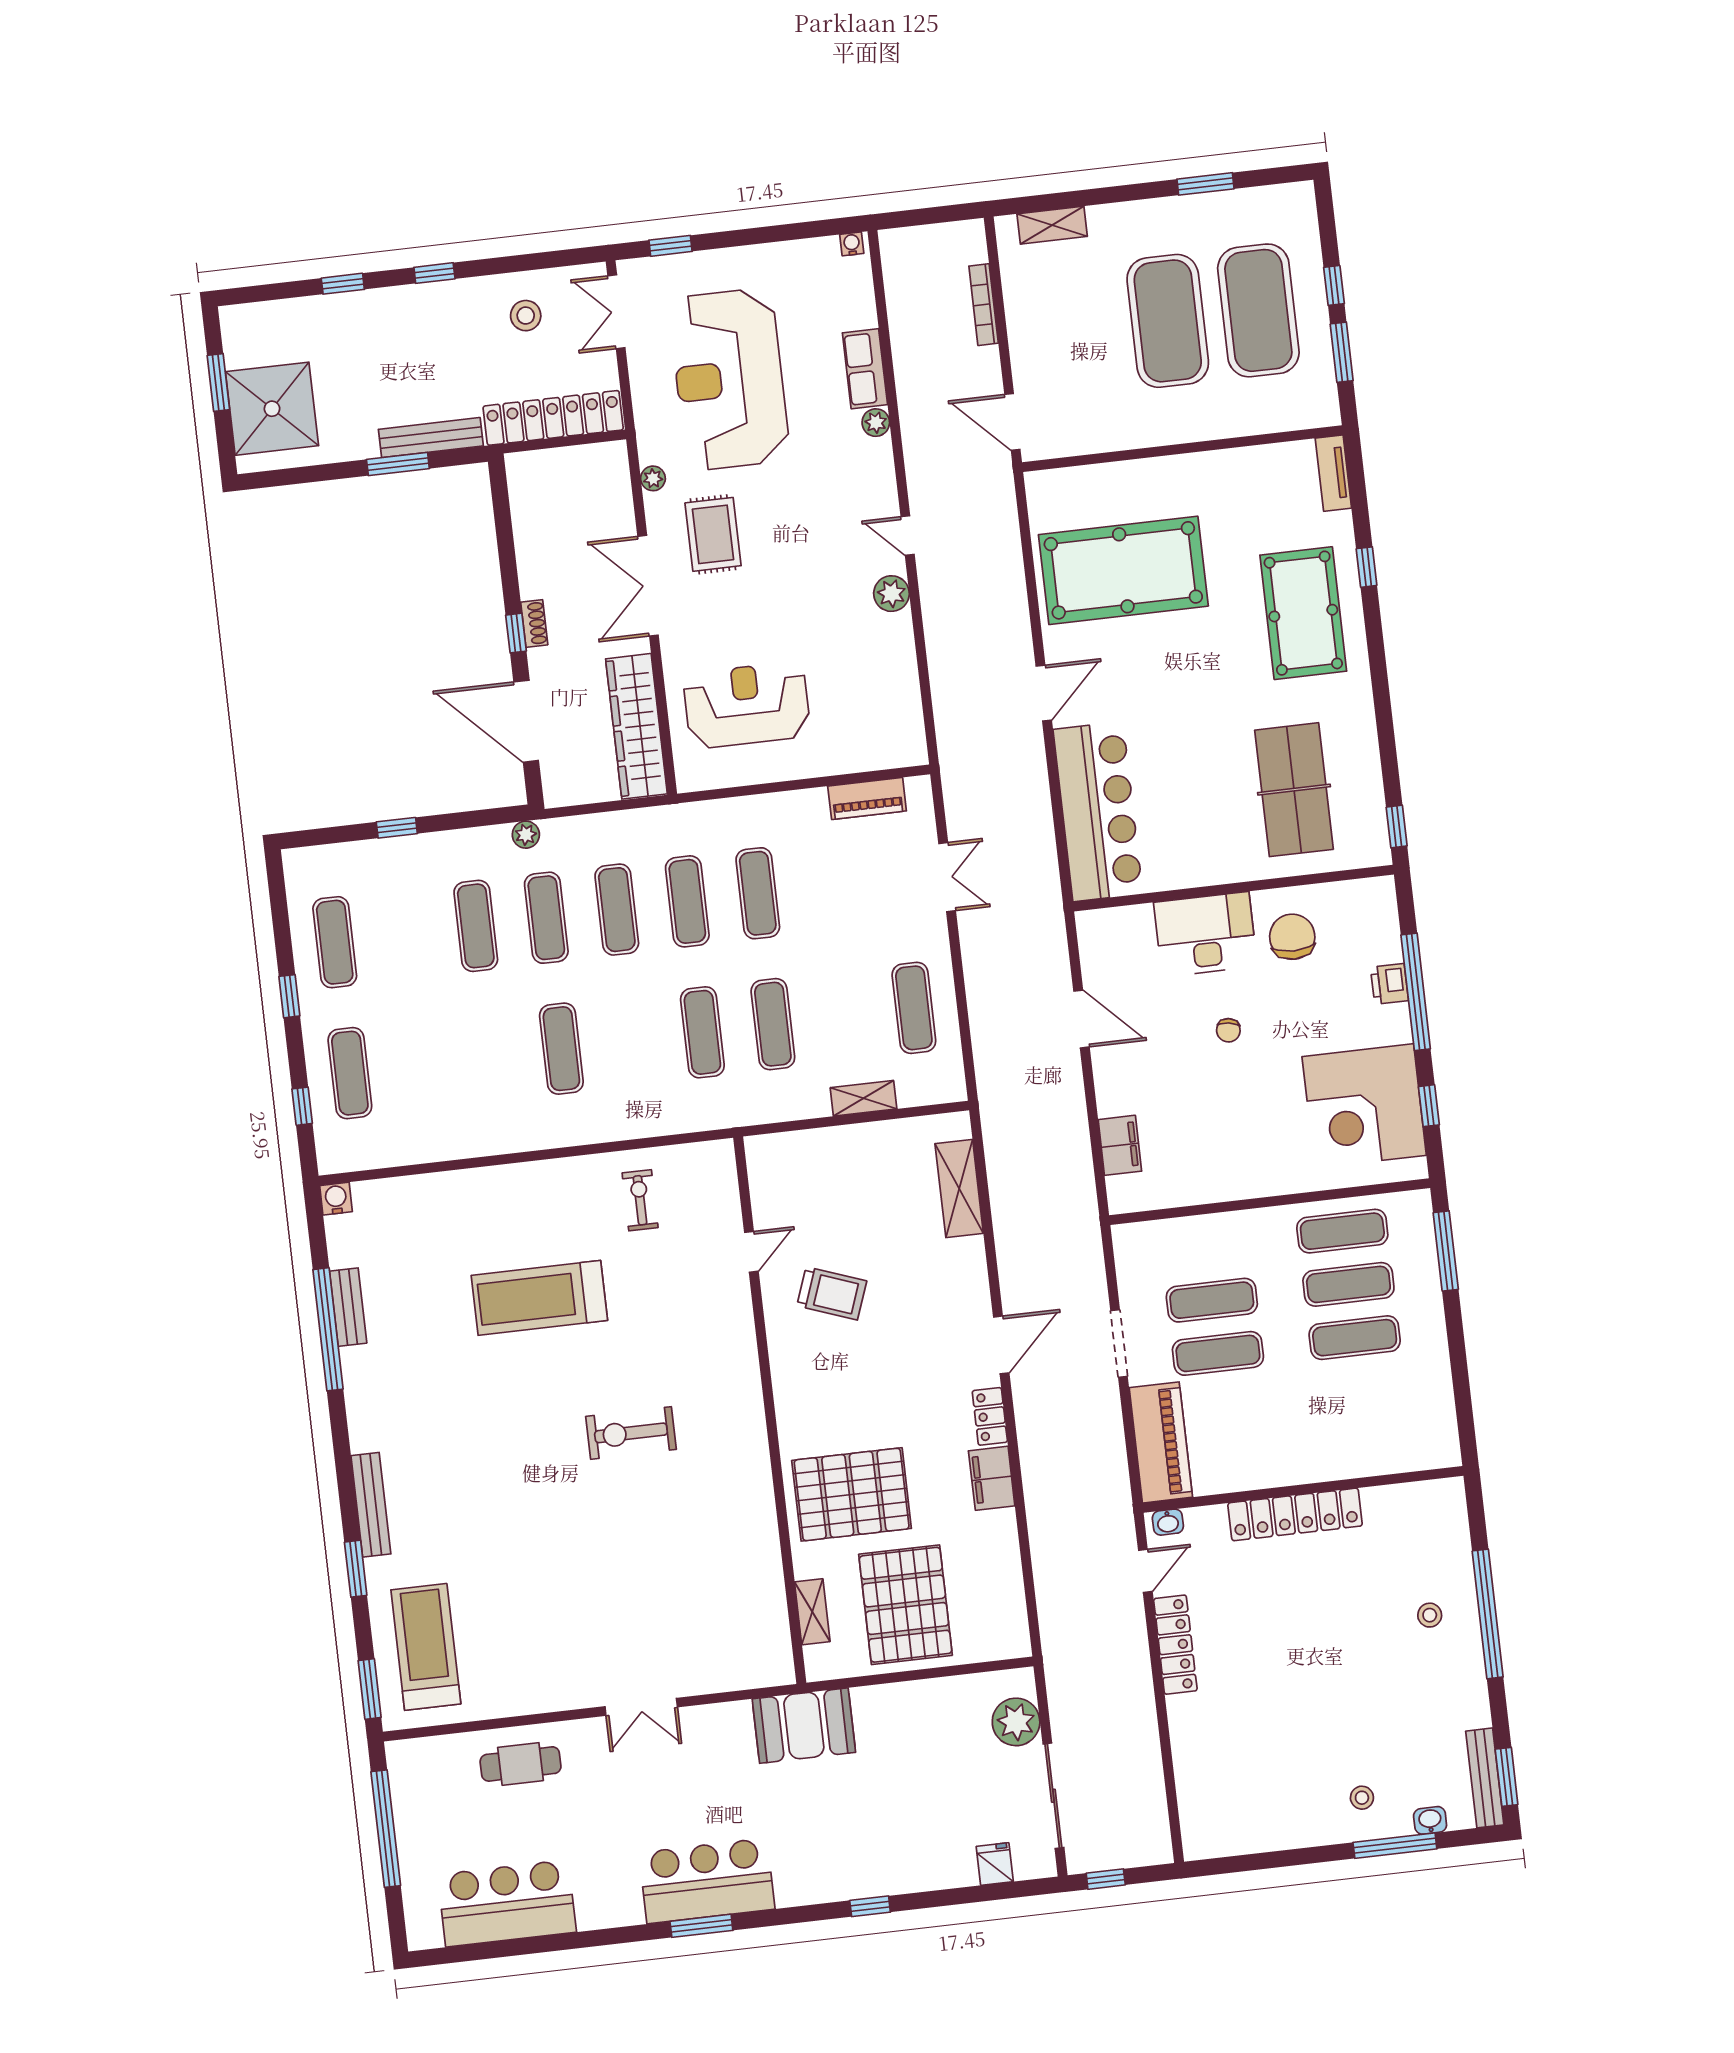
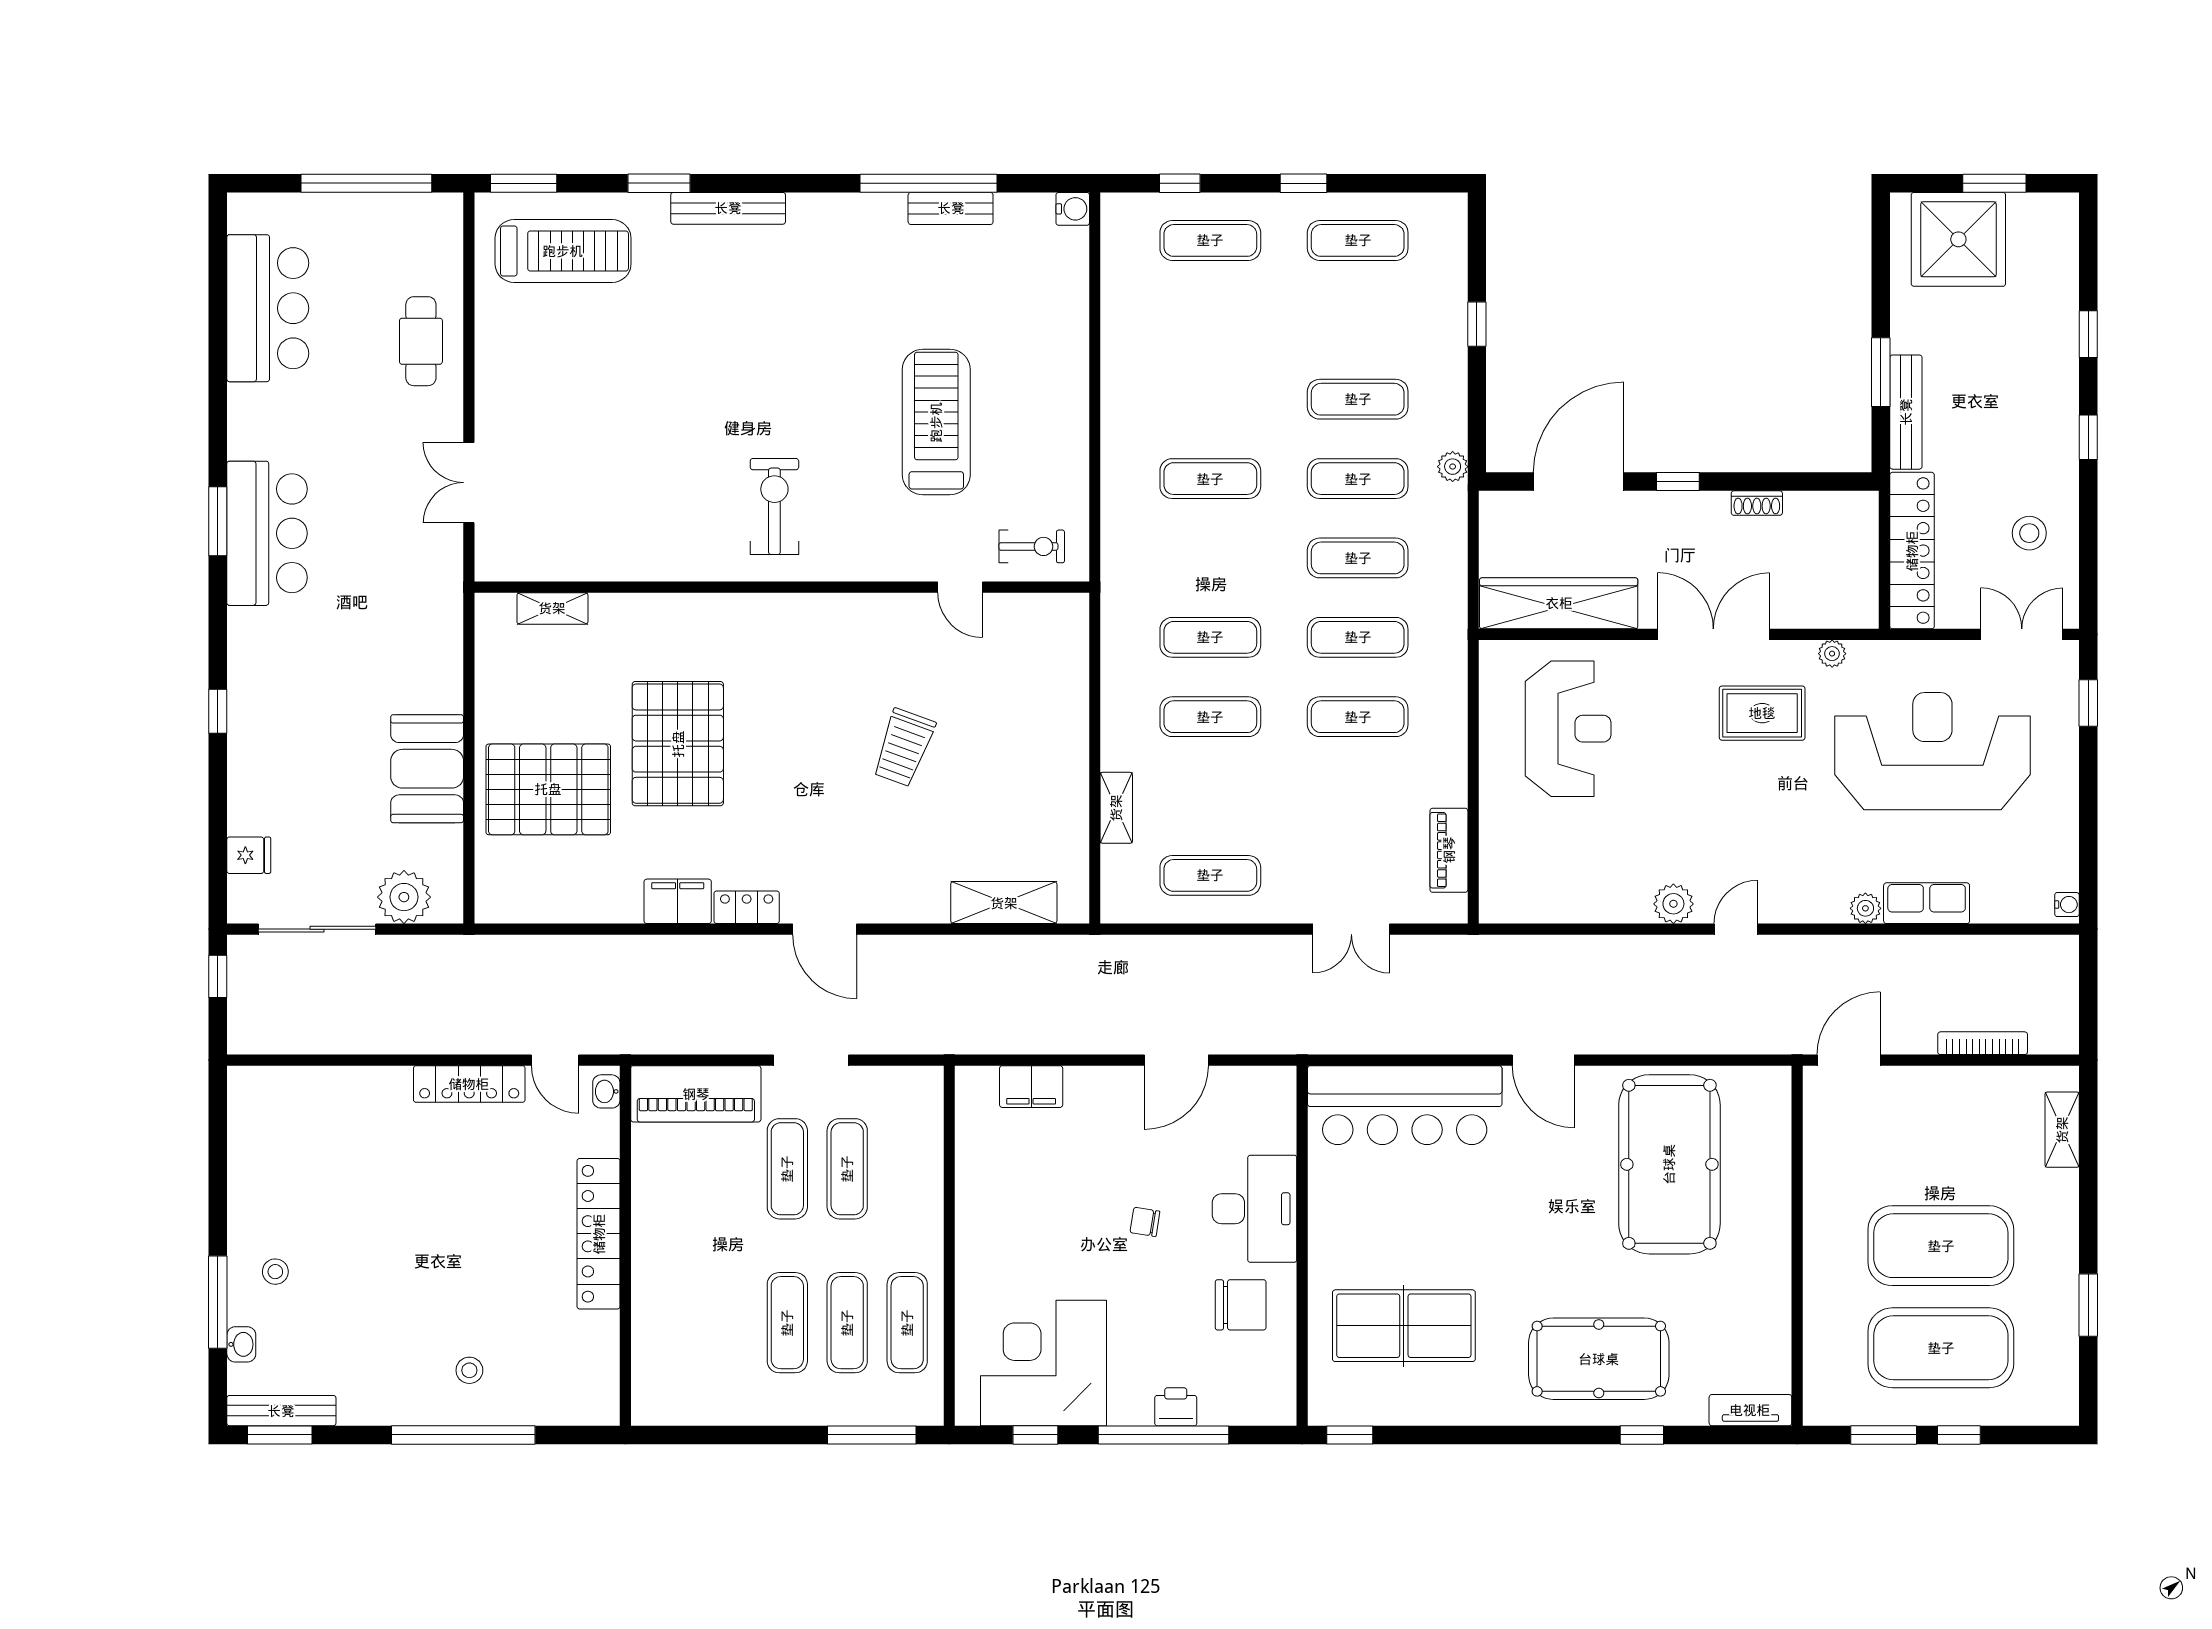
shoe rack: (534, 623) -> (1757, 503), moved
door: (751, 1252) -> (960, 587), moved
wall: (770, 1410) -> (782, 587), moved
shelving: (812, 1612) -> (552, 608), moved
booth: (804, 1726) -> (427, 769), moved

